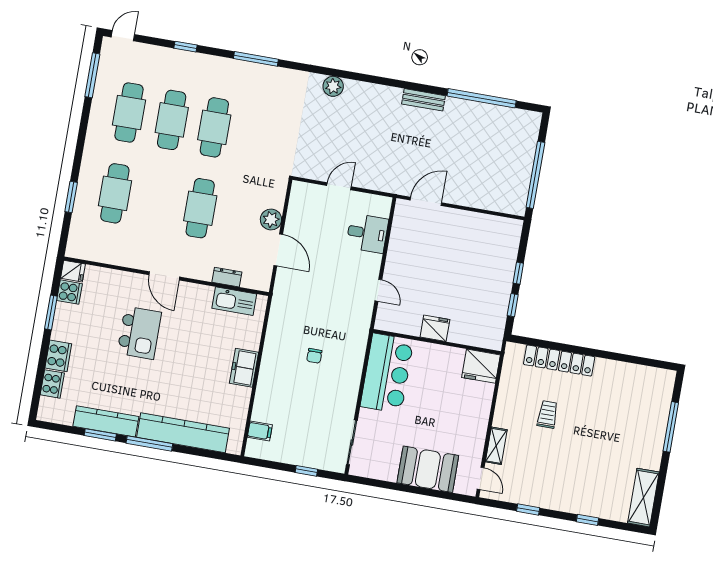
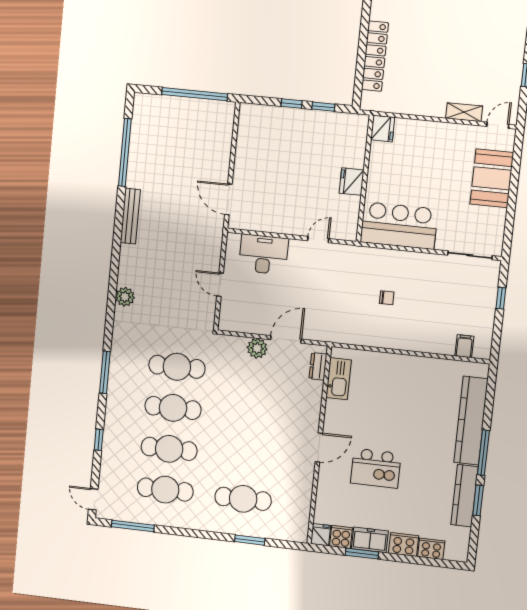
bench: (424, 100) -> (130, 216), width x1.36
cafe table: (200, 208) -> (177, 367), moved
desk: (367, 233) -> (264, 254), width x1.37
dresser: (227, 277) -> (318, 366), moved
kitchen island: (139, 333) -> (376, 468), turned 180
fridge: (481, 366) -> (383, 129), width x0.73, depth x0.75
freezer: (244, 368) -> (370, 540), moved, turned 180
trolley: (547, 414) -> (429, 64), removed

